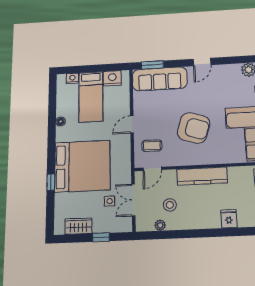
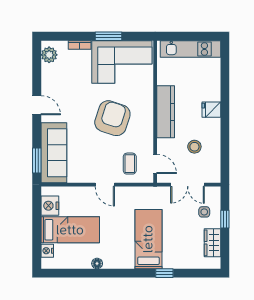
bed: (82, 166) -> (148, 239), width x0.49
side table: (110, 201) -> (204, 212), moved
fridge: (229, 219) -> (211, 110), moved
plant: (160, 225) -> (215, 158), removed

